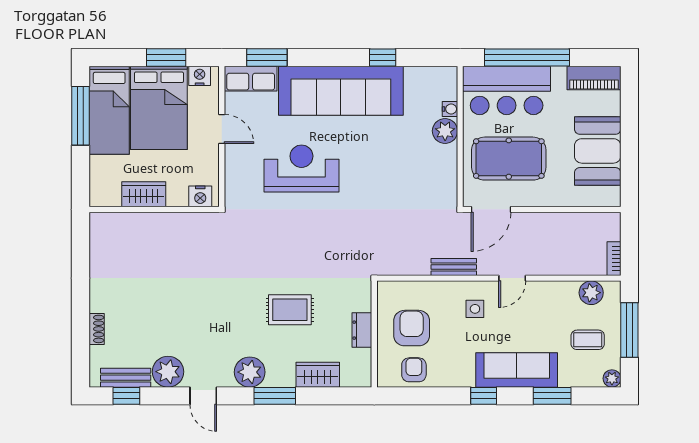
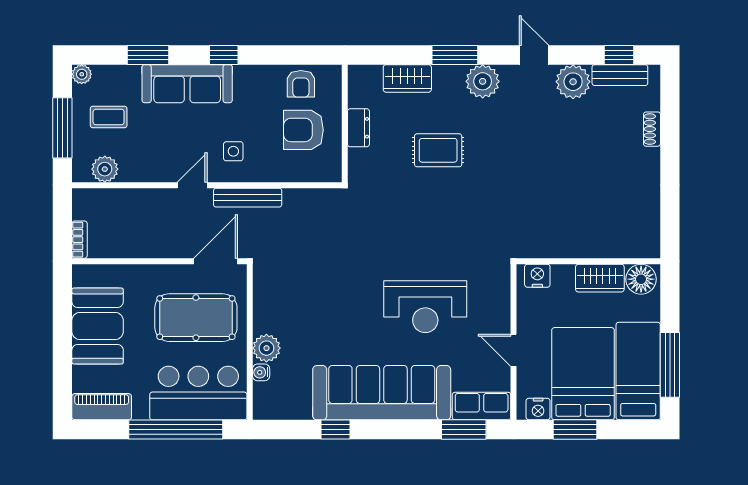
floor lamp: (107, 193) -> (641, 279), added
bookcase: (614, 259) -> (80, 240), moved
bench: (454, 267) -> (248, 198), width x1.36
armchair: (412, 328) -> (303, 130), turned 90

